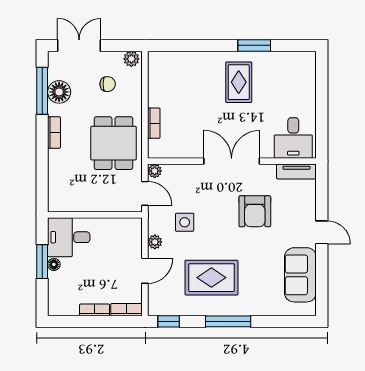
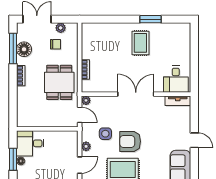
plant: (131, 59) -> (61, 28), moved
armchair: (255, 211) -> (130, 141), moved, turned 90

